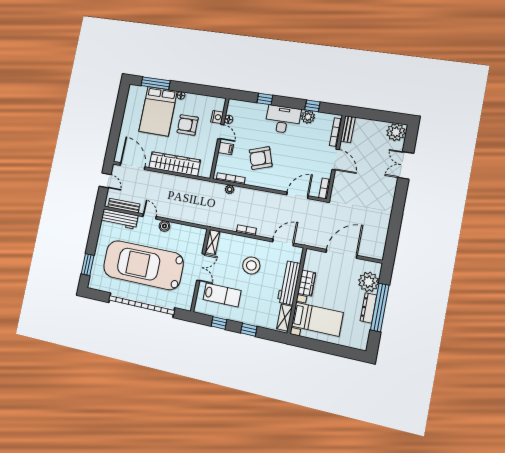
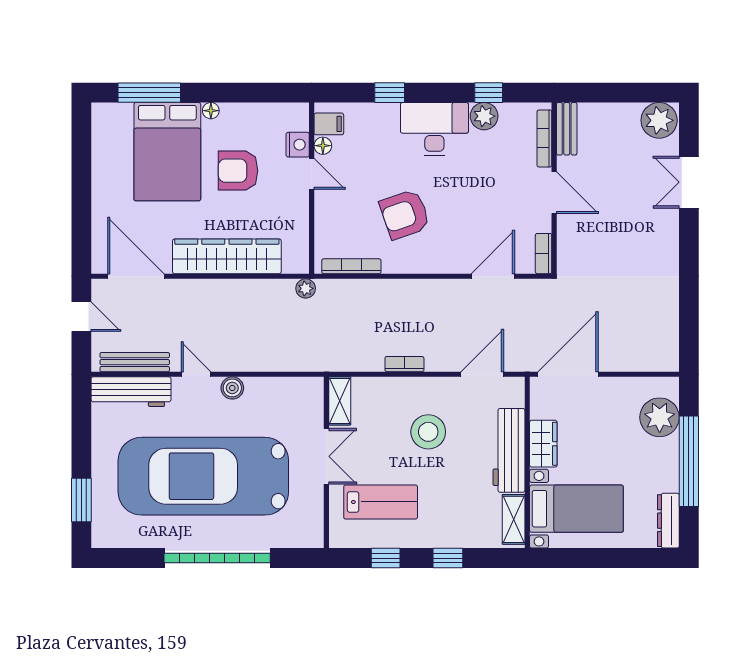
filing cabinet: (226, 148) -> (329, 124), moved
plant: (230, 189) -> (306, 288), moved
door: (342, 254) -> (568, 374), moved
garage door: (141, 305) -> (217, 558), width x0.73
dresser: (368, 308) -> (668, 521), moved

